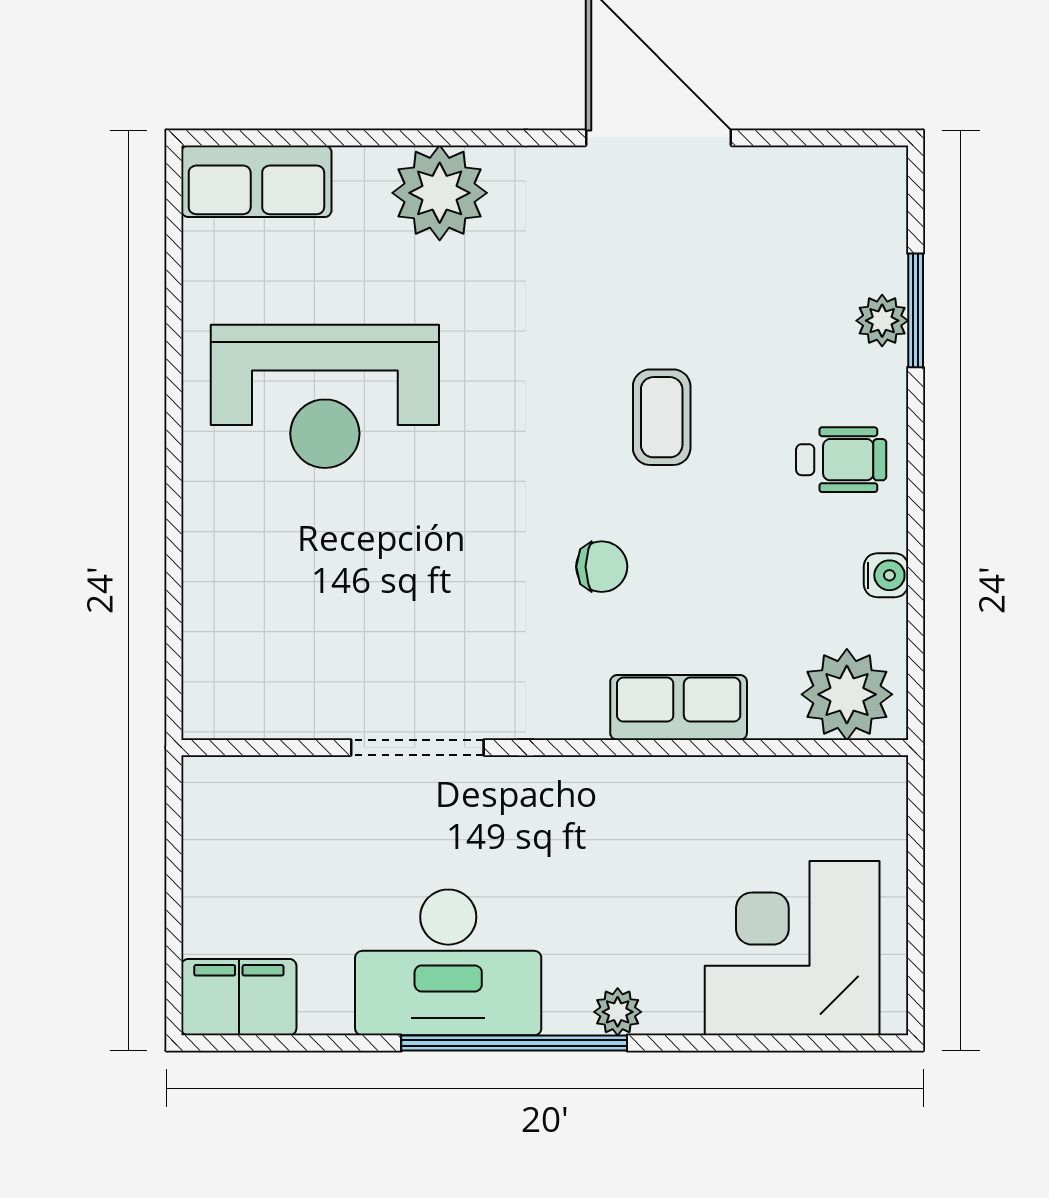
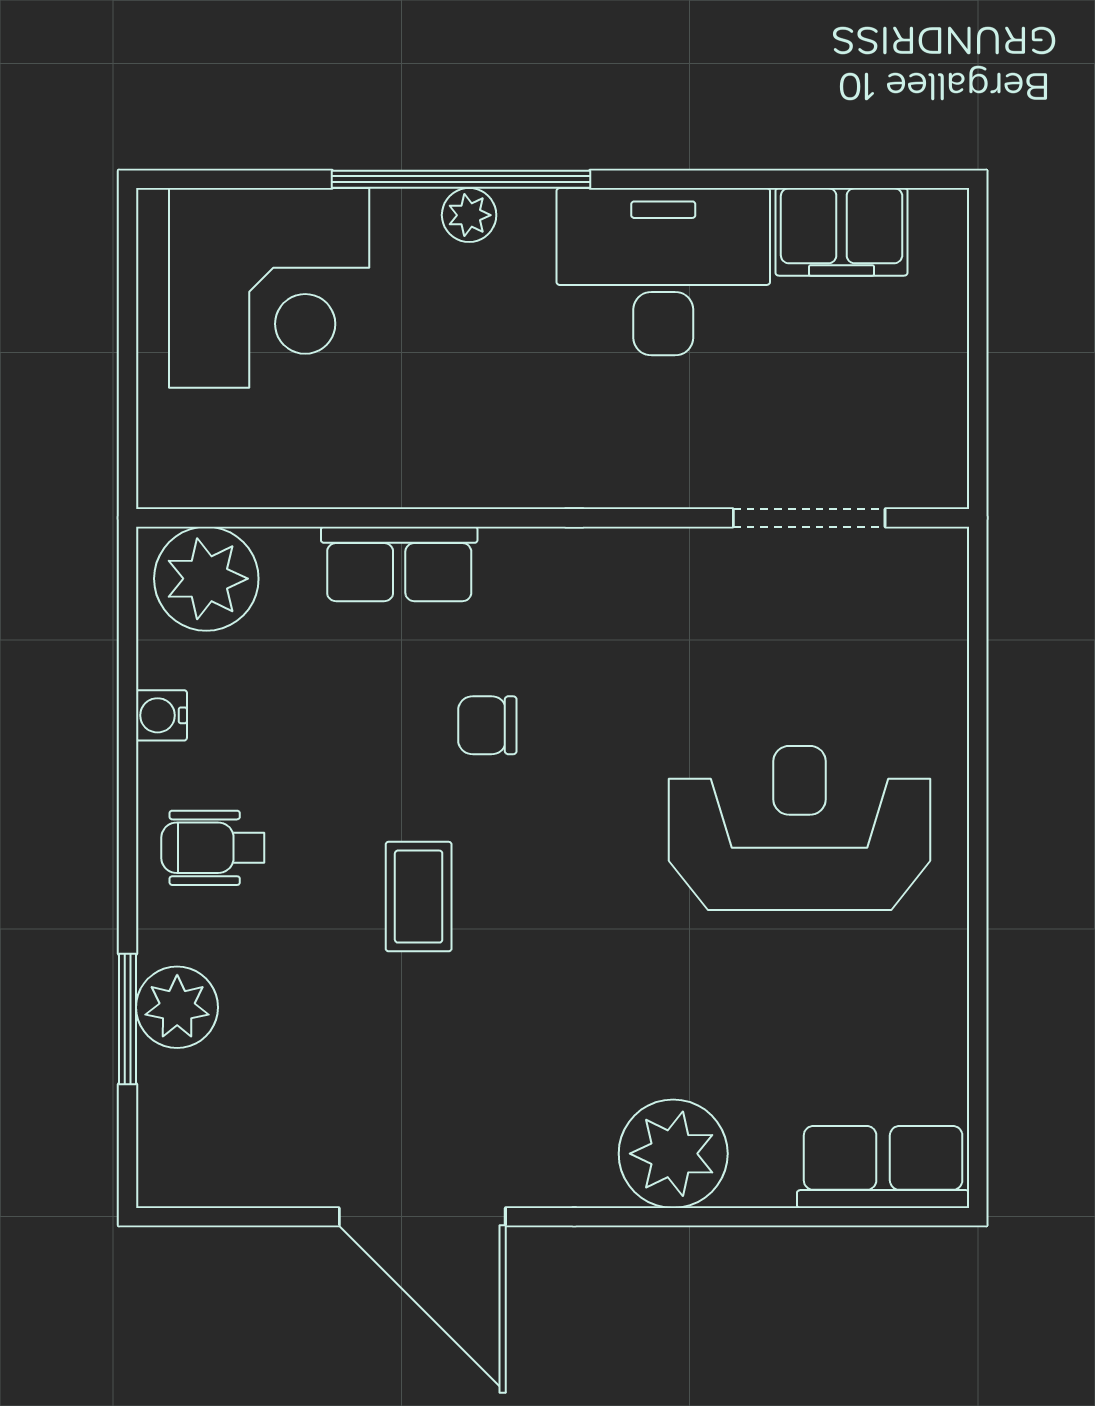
plant: (882, 321) -> (177, 1007), width x1.38, depth x1.38
reception desk: (325, 396) -> (800, 828), moved
doorway: (417, 748) -> (809, 518), moved
filing cabinet: (239, 997) -> (842, 232), moved
window: (514, 1043) -> (461, 179), moved

